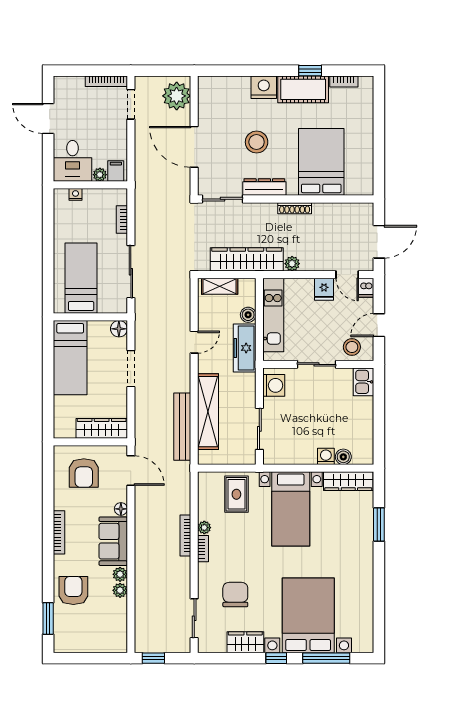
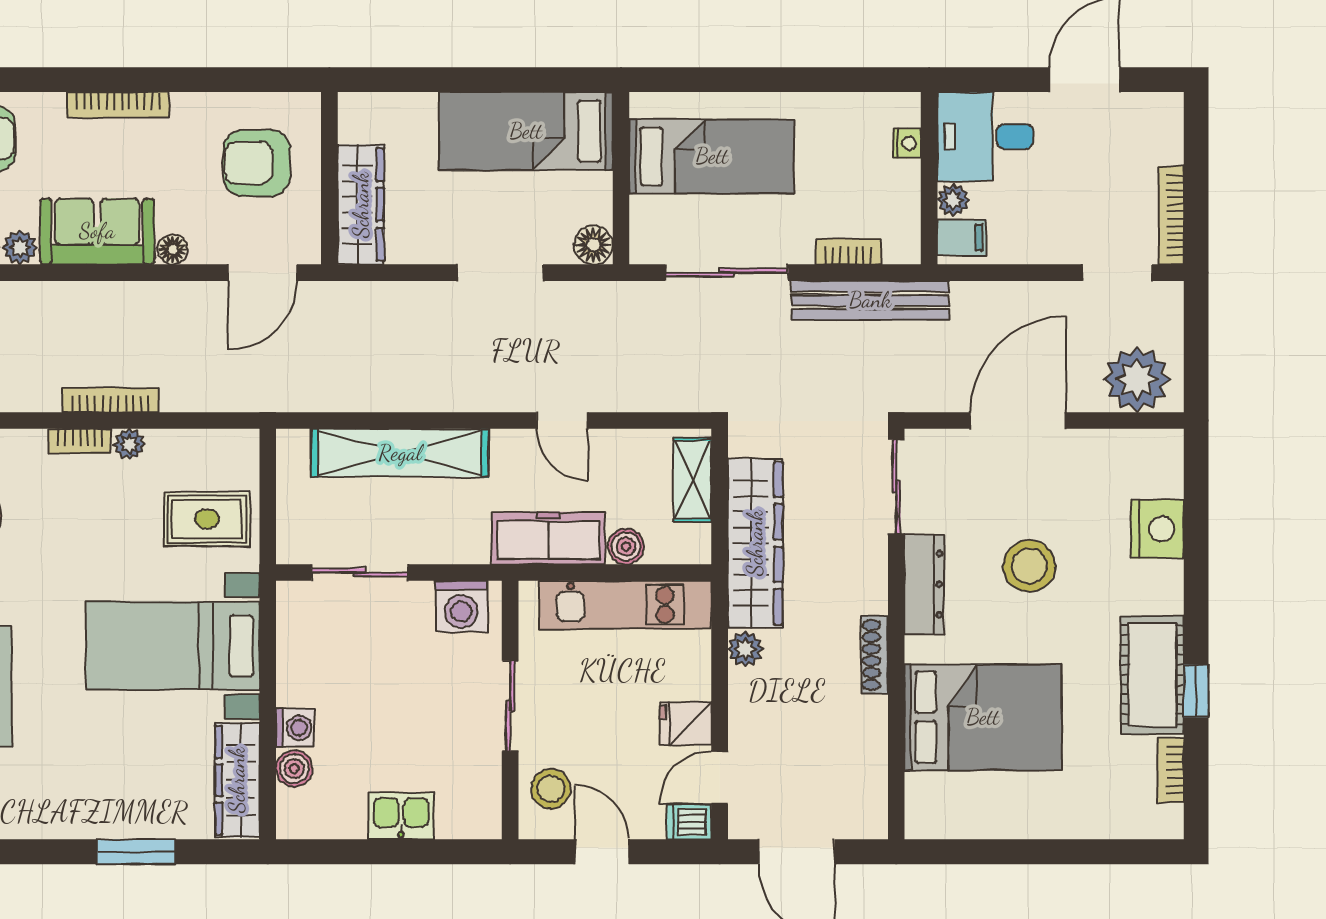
nightstand: (264, 87) -> (1157, 529), moved
kitchen sink: (364, 382) -> (401, 816), moved
bench: (182, 427) -> (870, 300), moved

